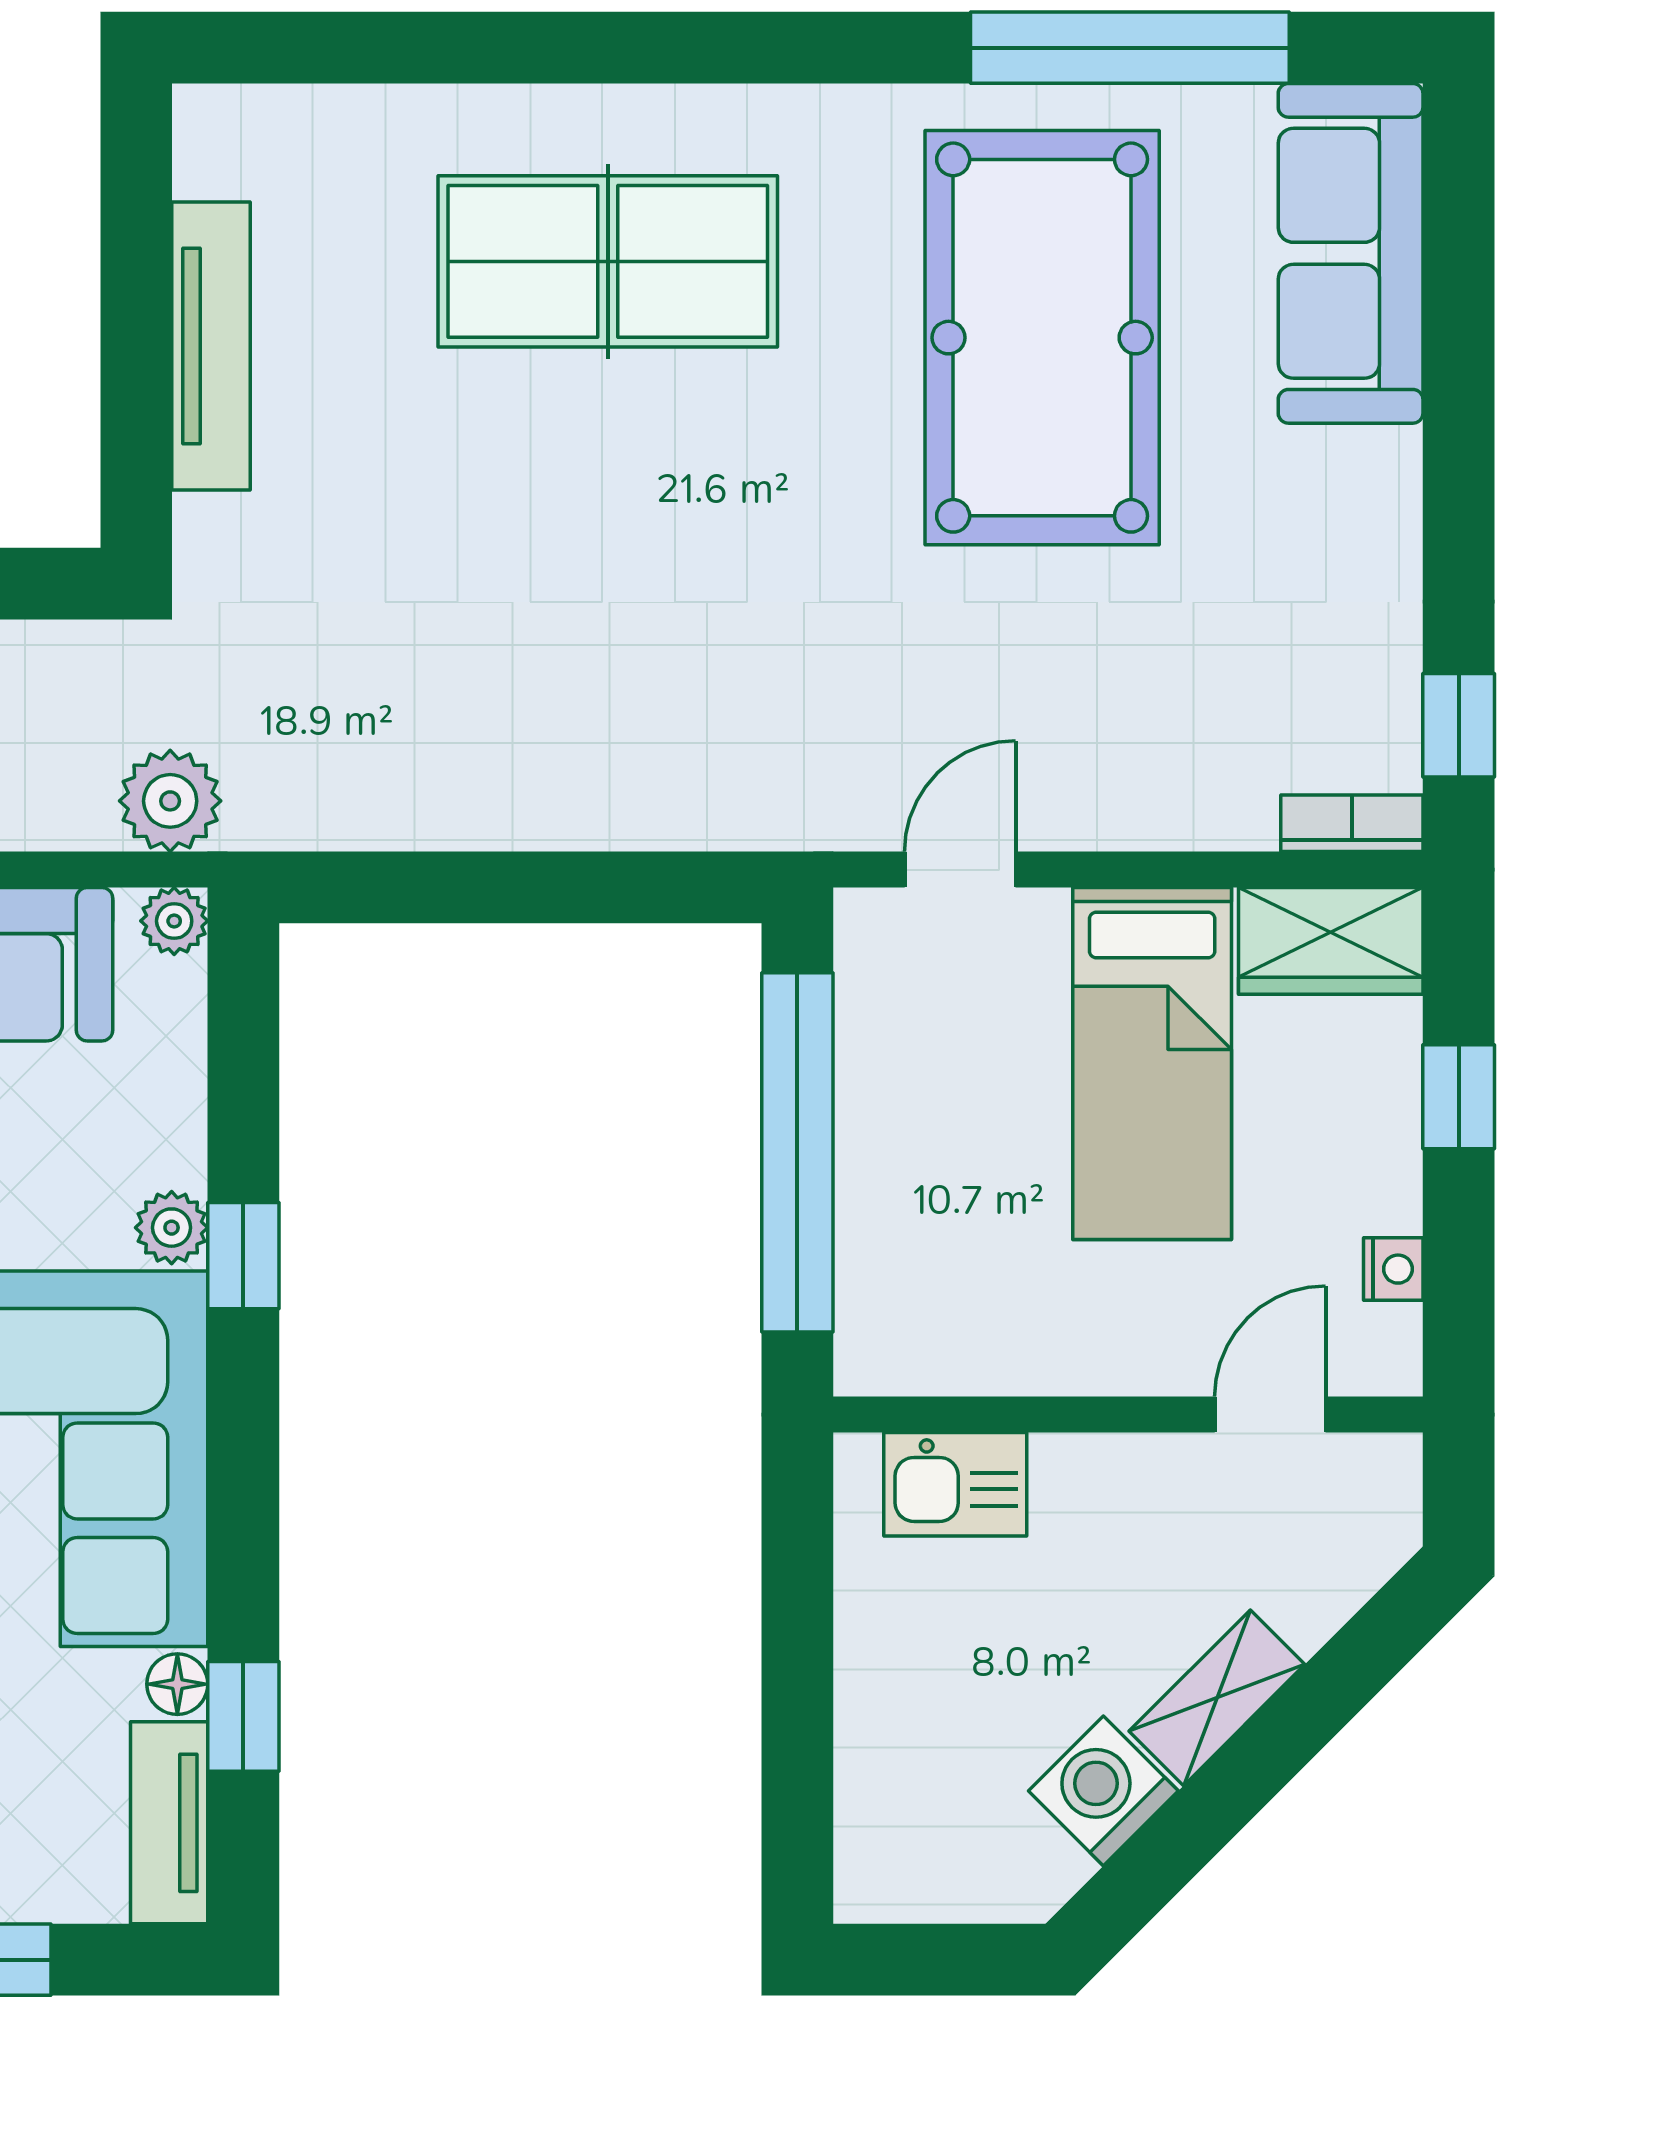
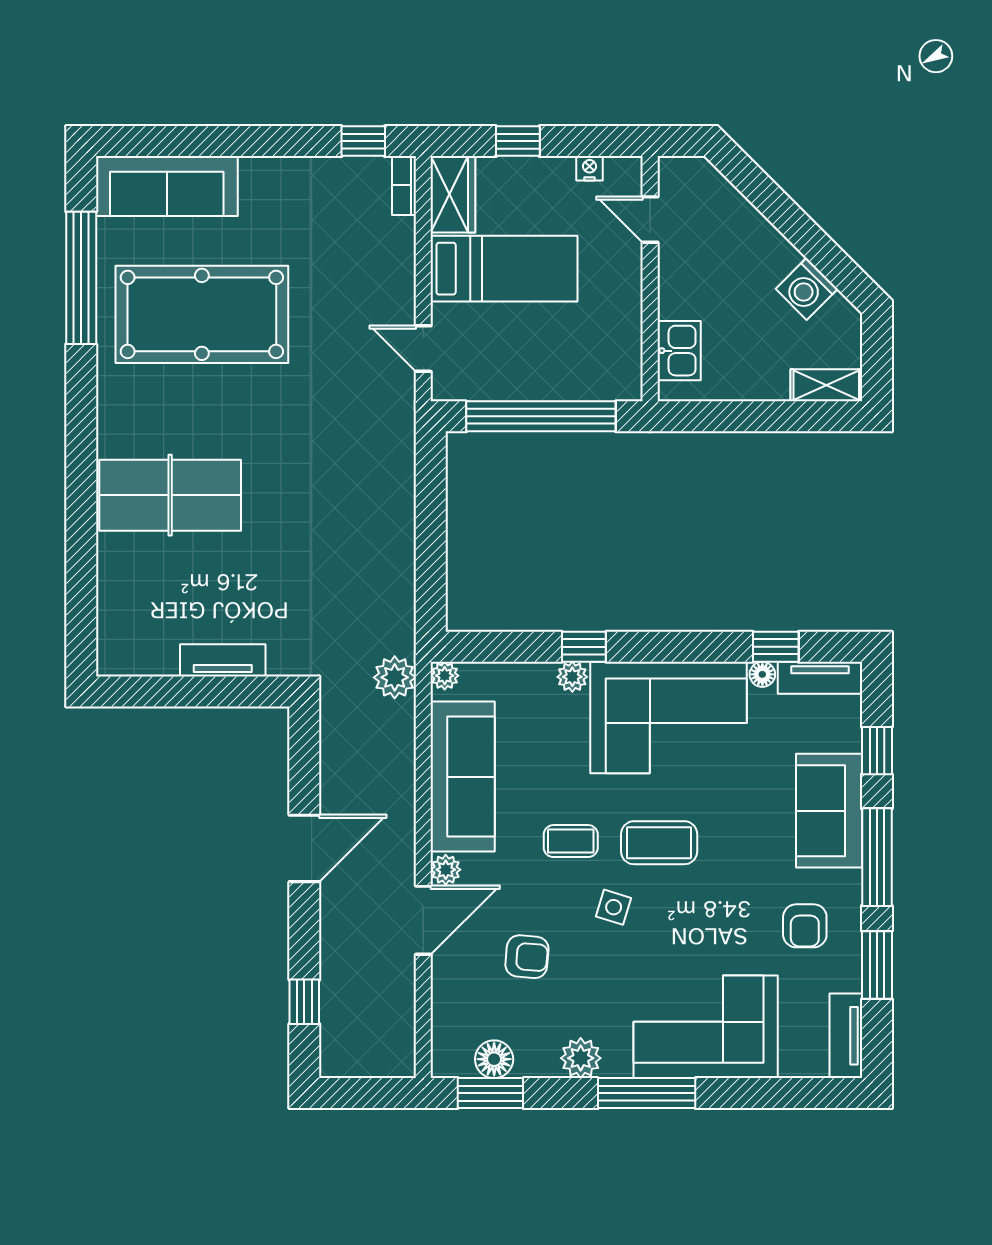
table tennis table: (608, 261) -> (170, 495), turned 90
tv unit: (211, 346) -> (223, 660), width x0.71
shelving: (1217, 1698) -> (826, 385), moved, turned -45

